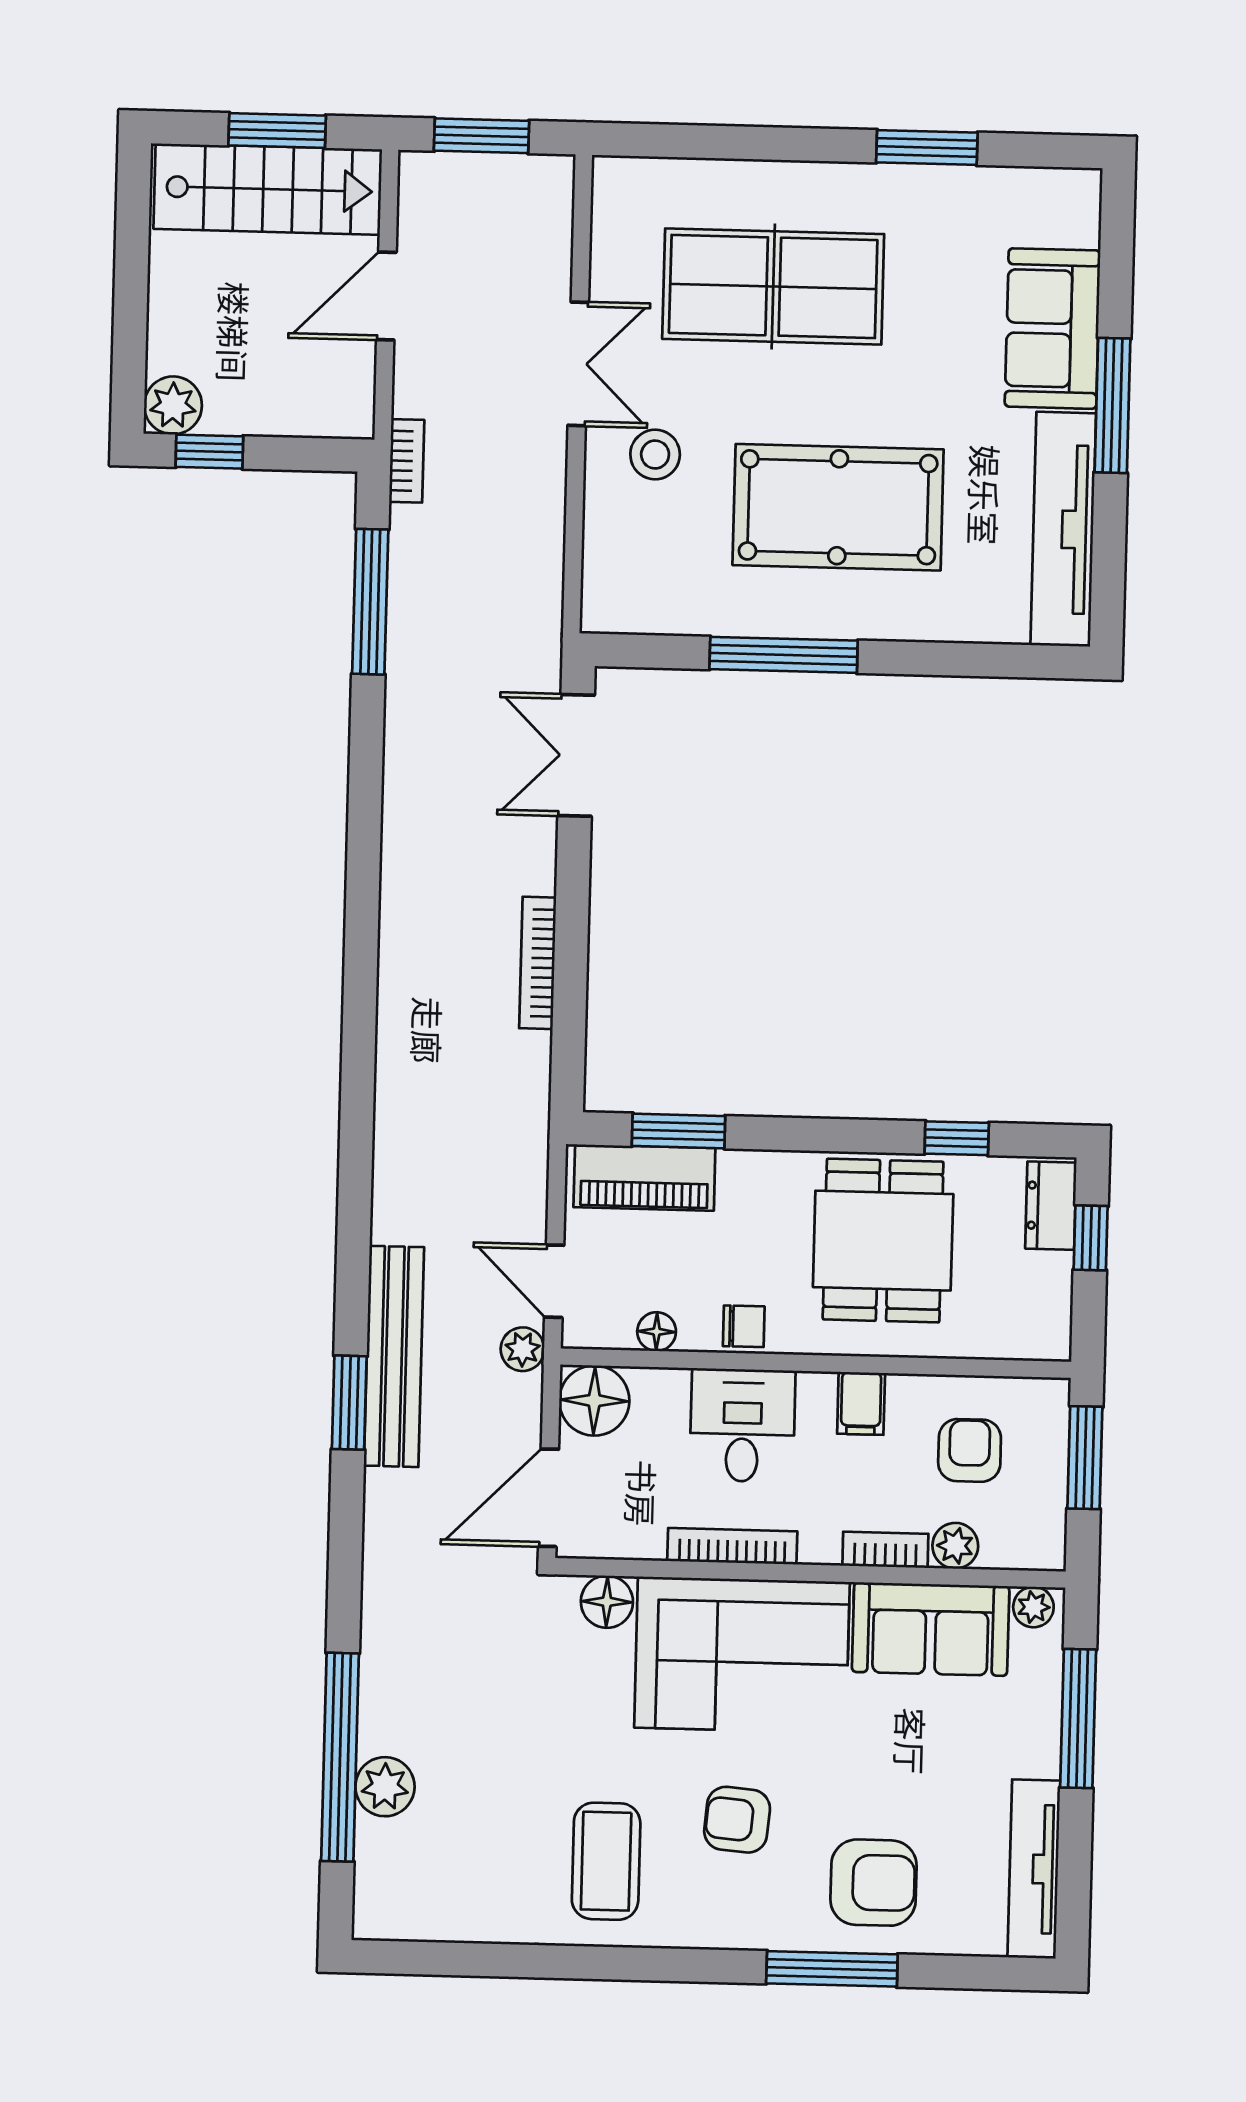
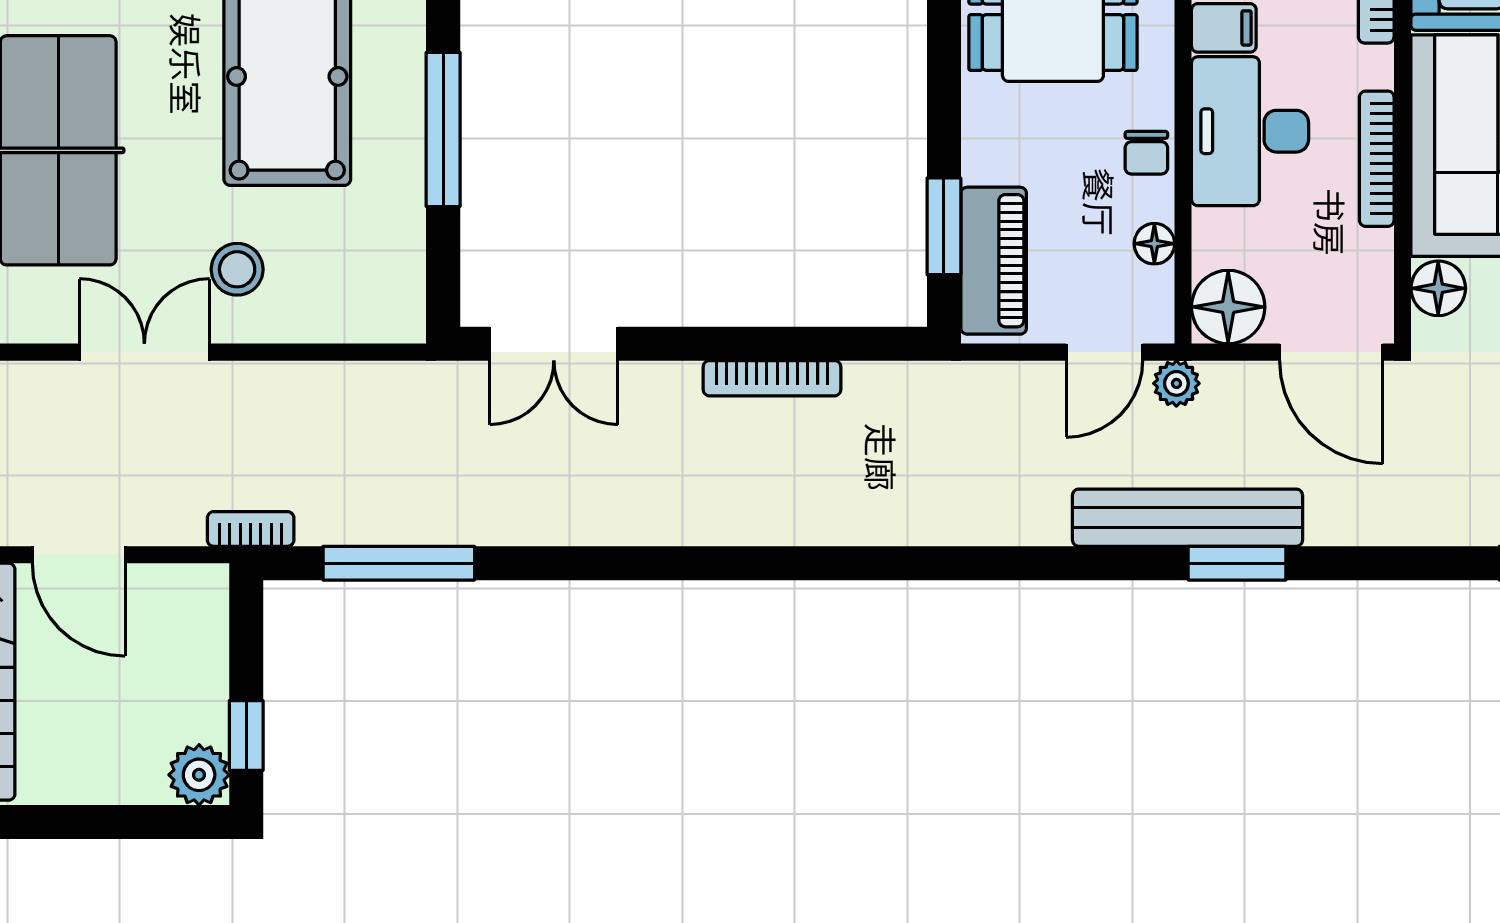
chair: (744, 1326) -> (1146, 153), turned 180
desk: (742, 1425) -> (1250, 131), width x1.37

